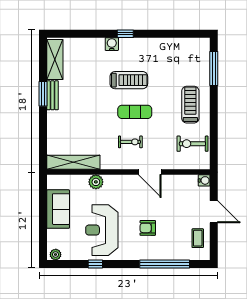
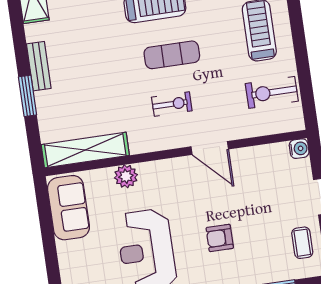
window: (43, 94) -> (28, 96), moved
bench: (53, 95) -> (39, 66), moved
sofa: (58, 209) -> (69, 208), moved

